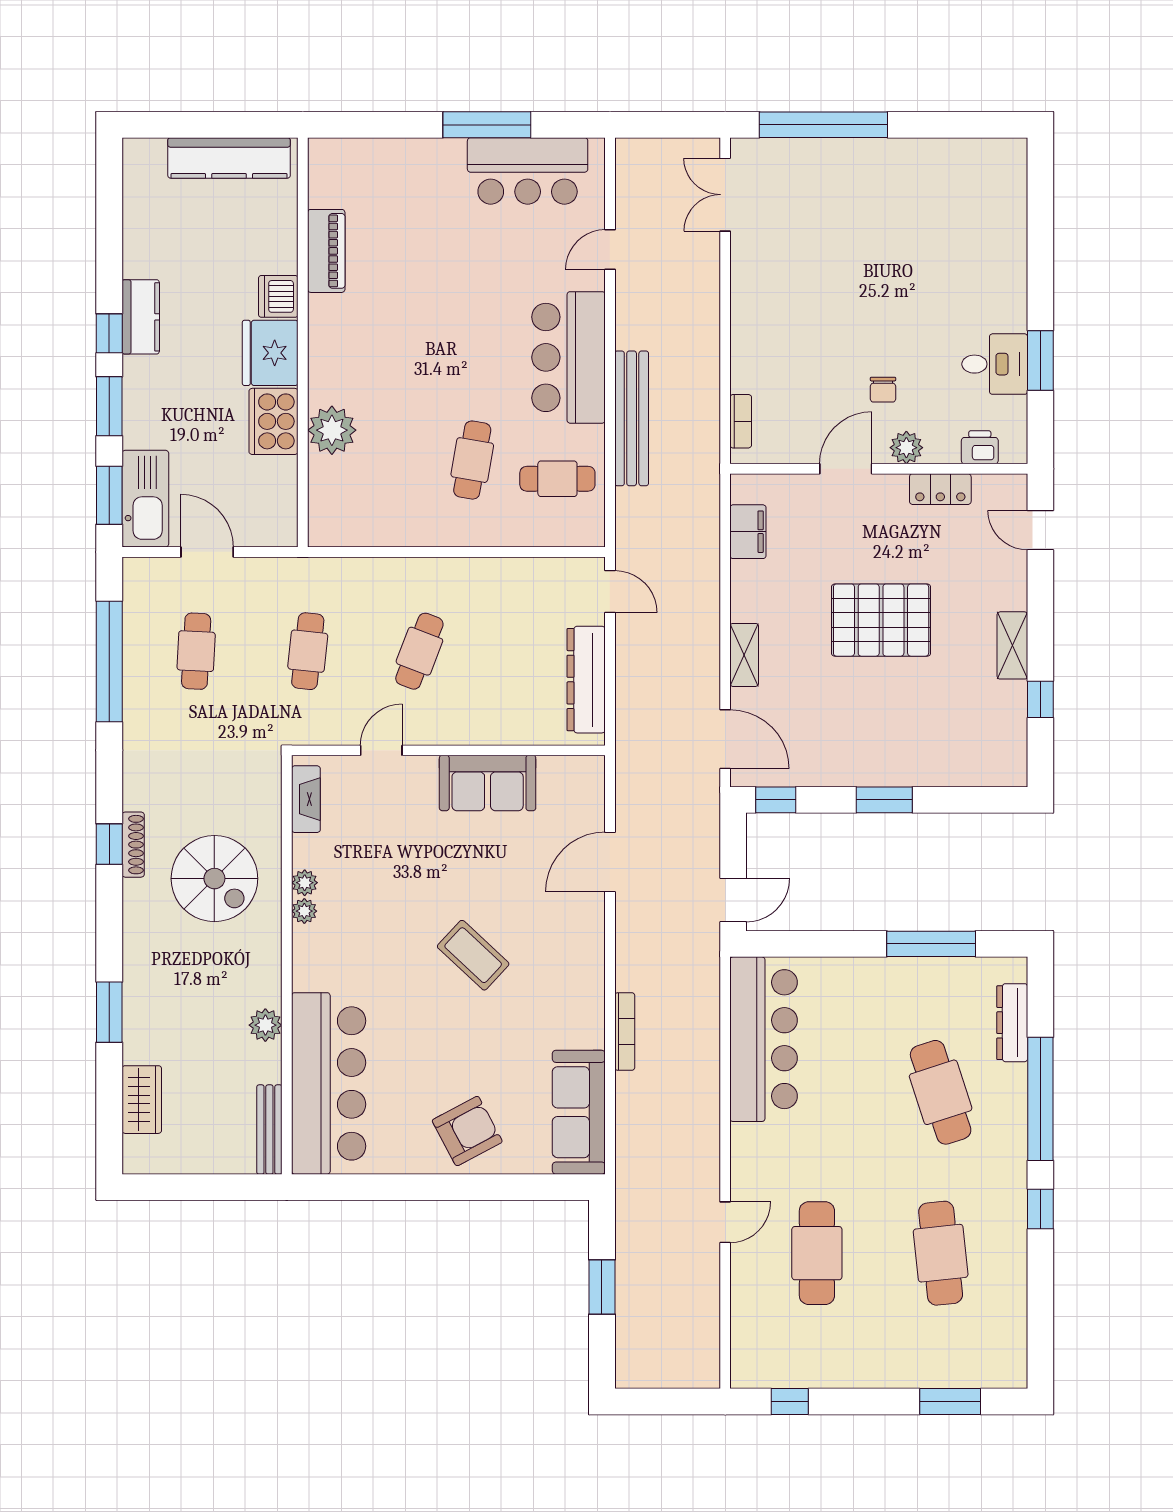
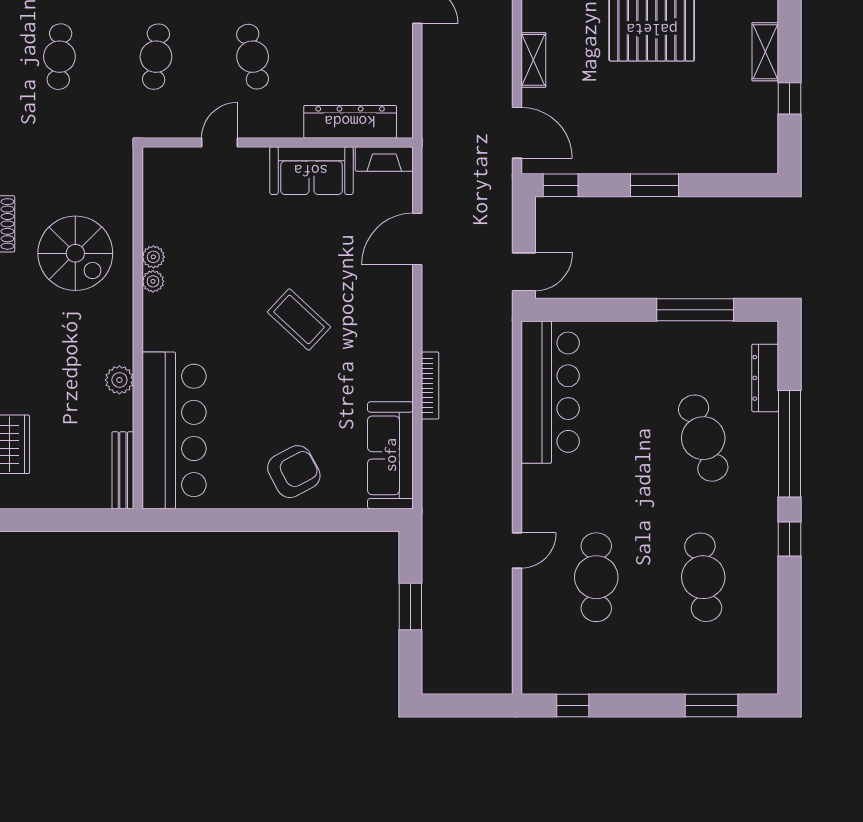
cafe table: (419, 651) -> (253, 57), turned -33
dresser: (586, 680) -> (350, 122), moved, turned 90
fireplace: (306, 799) -> (384, 159), moved, turned 90

